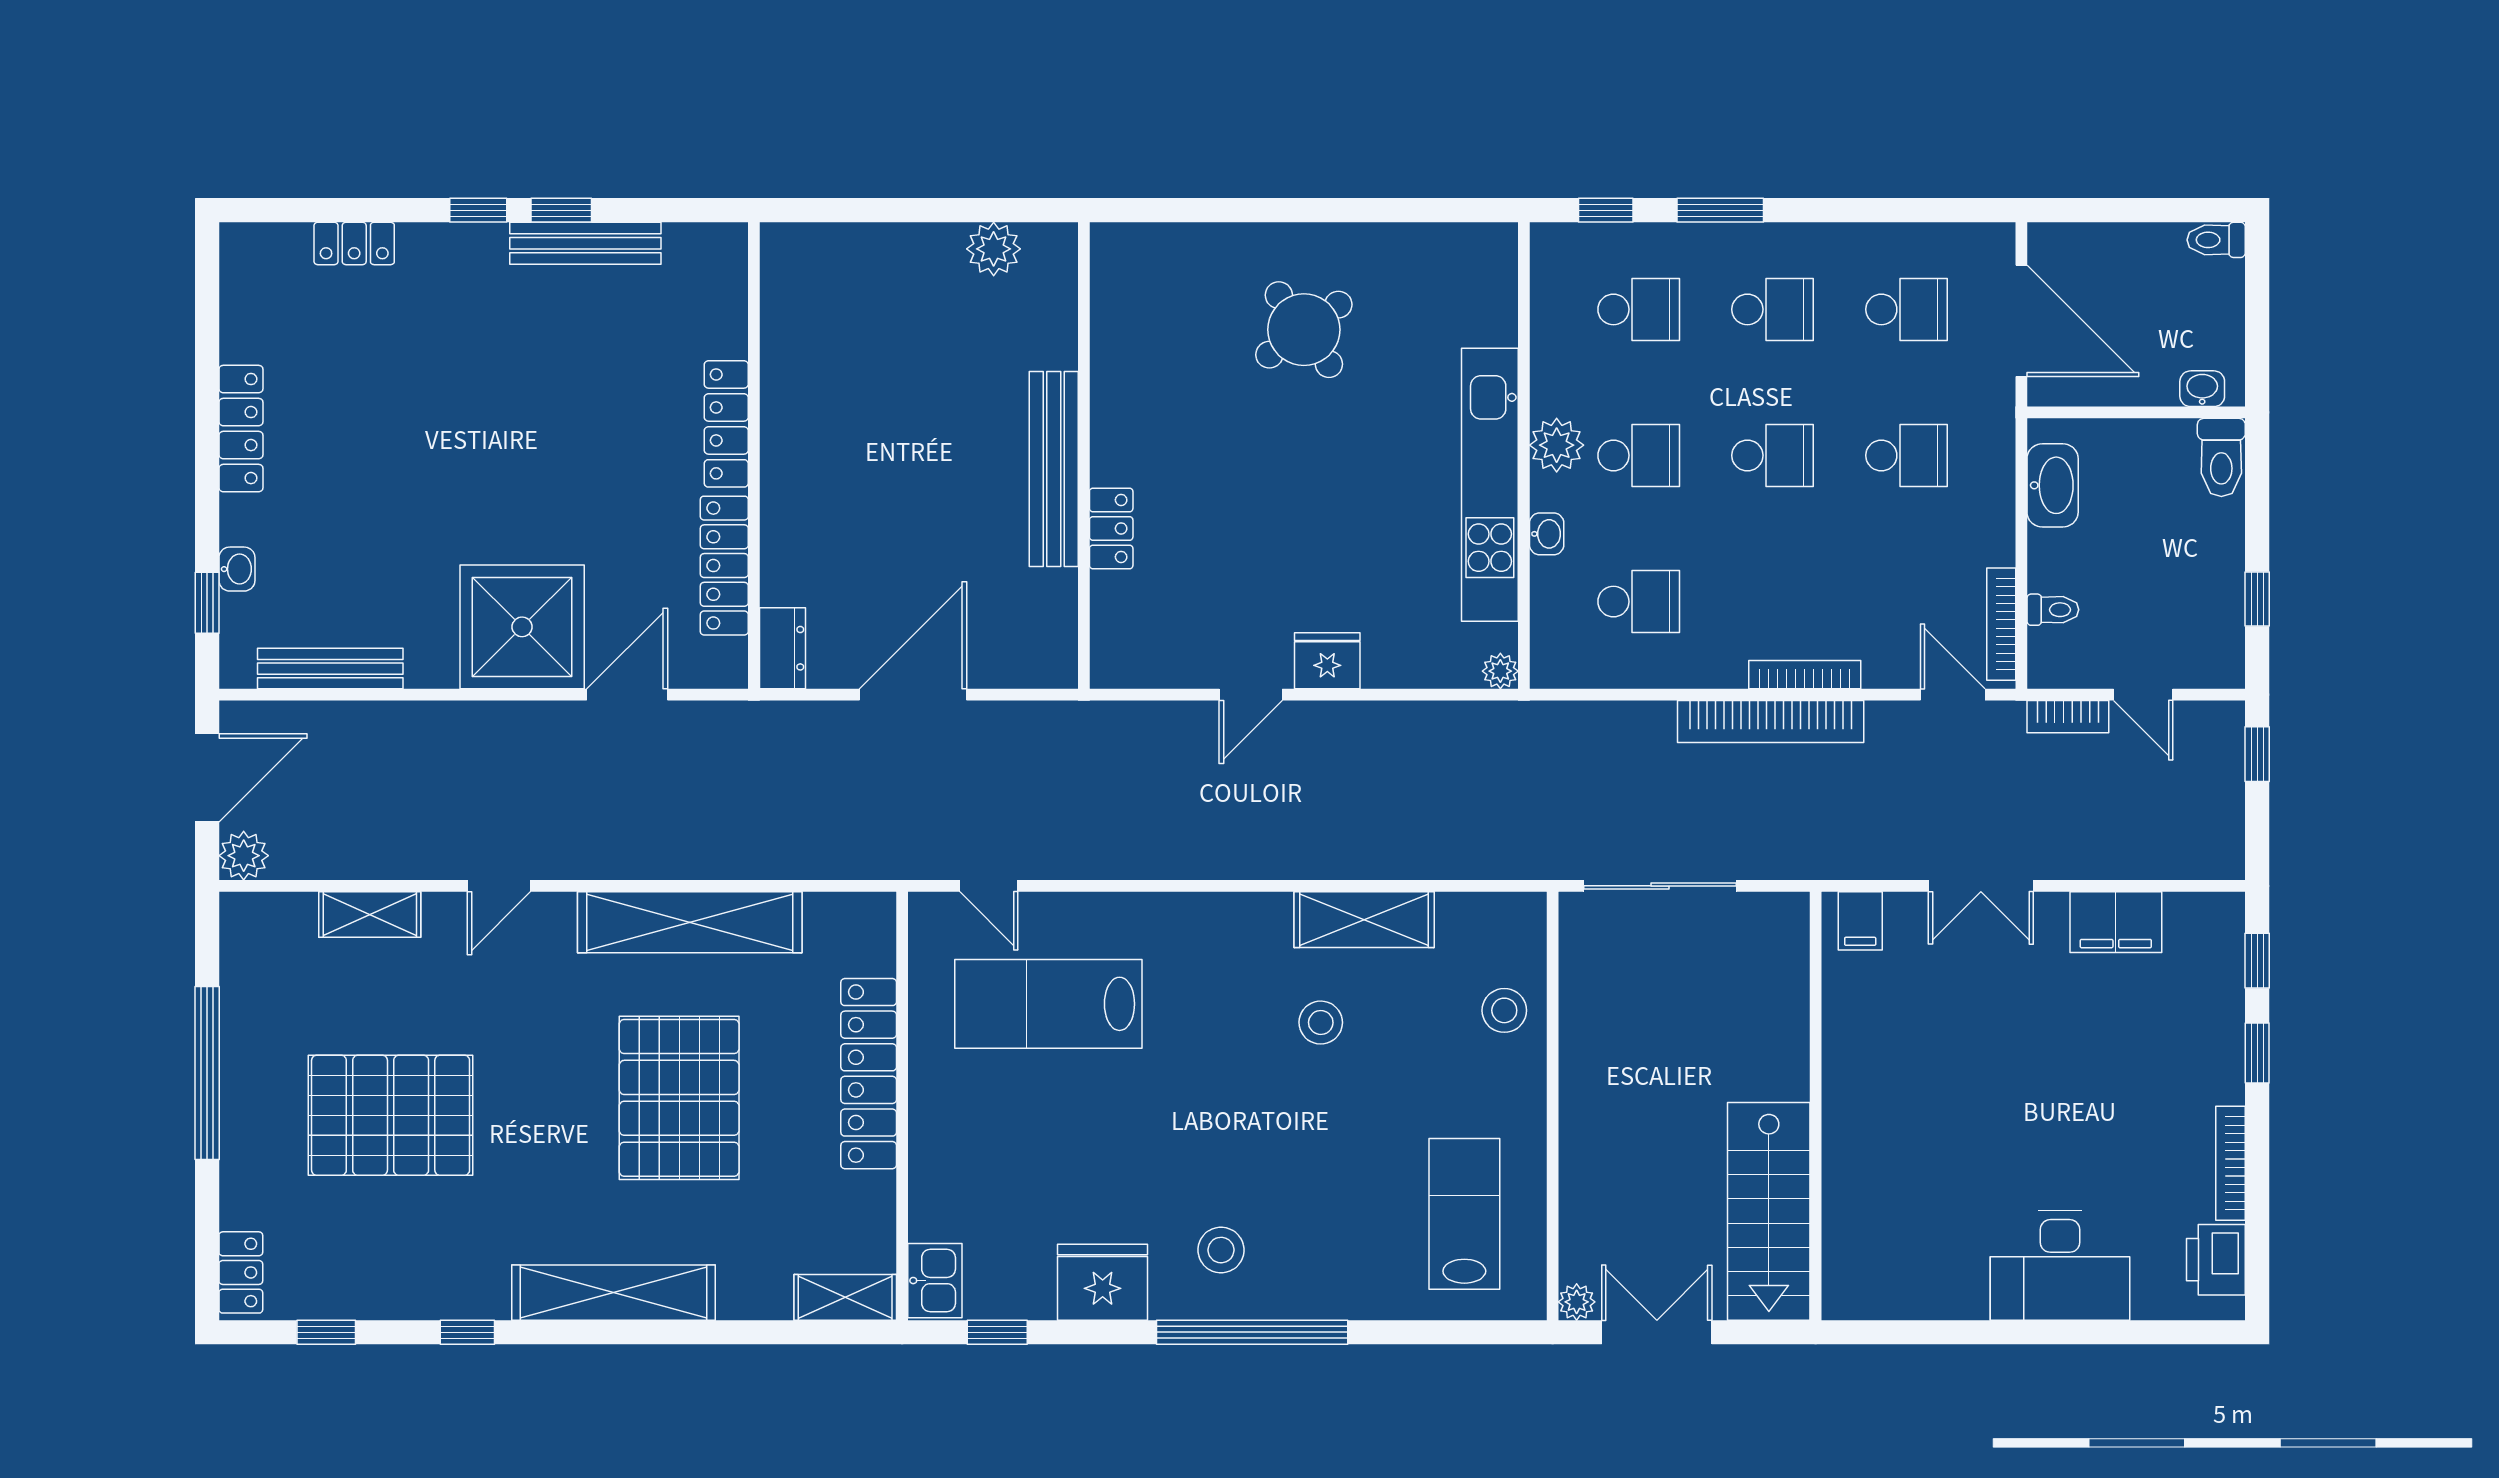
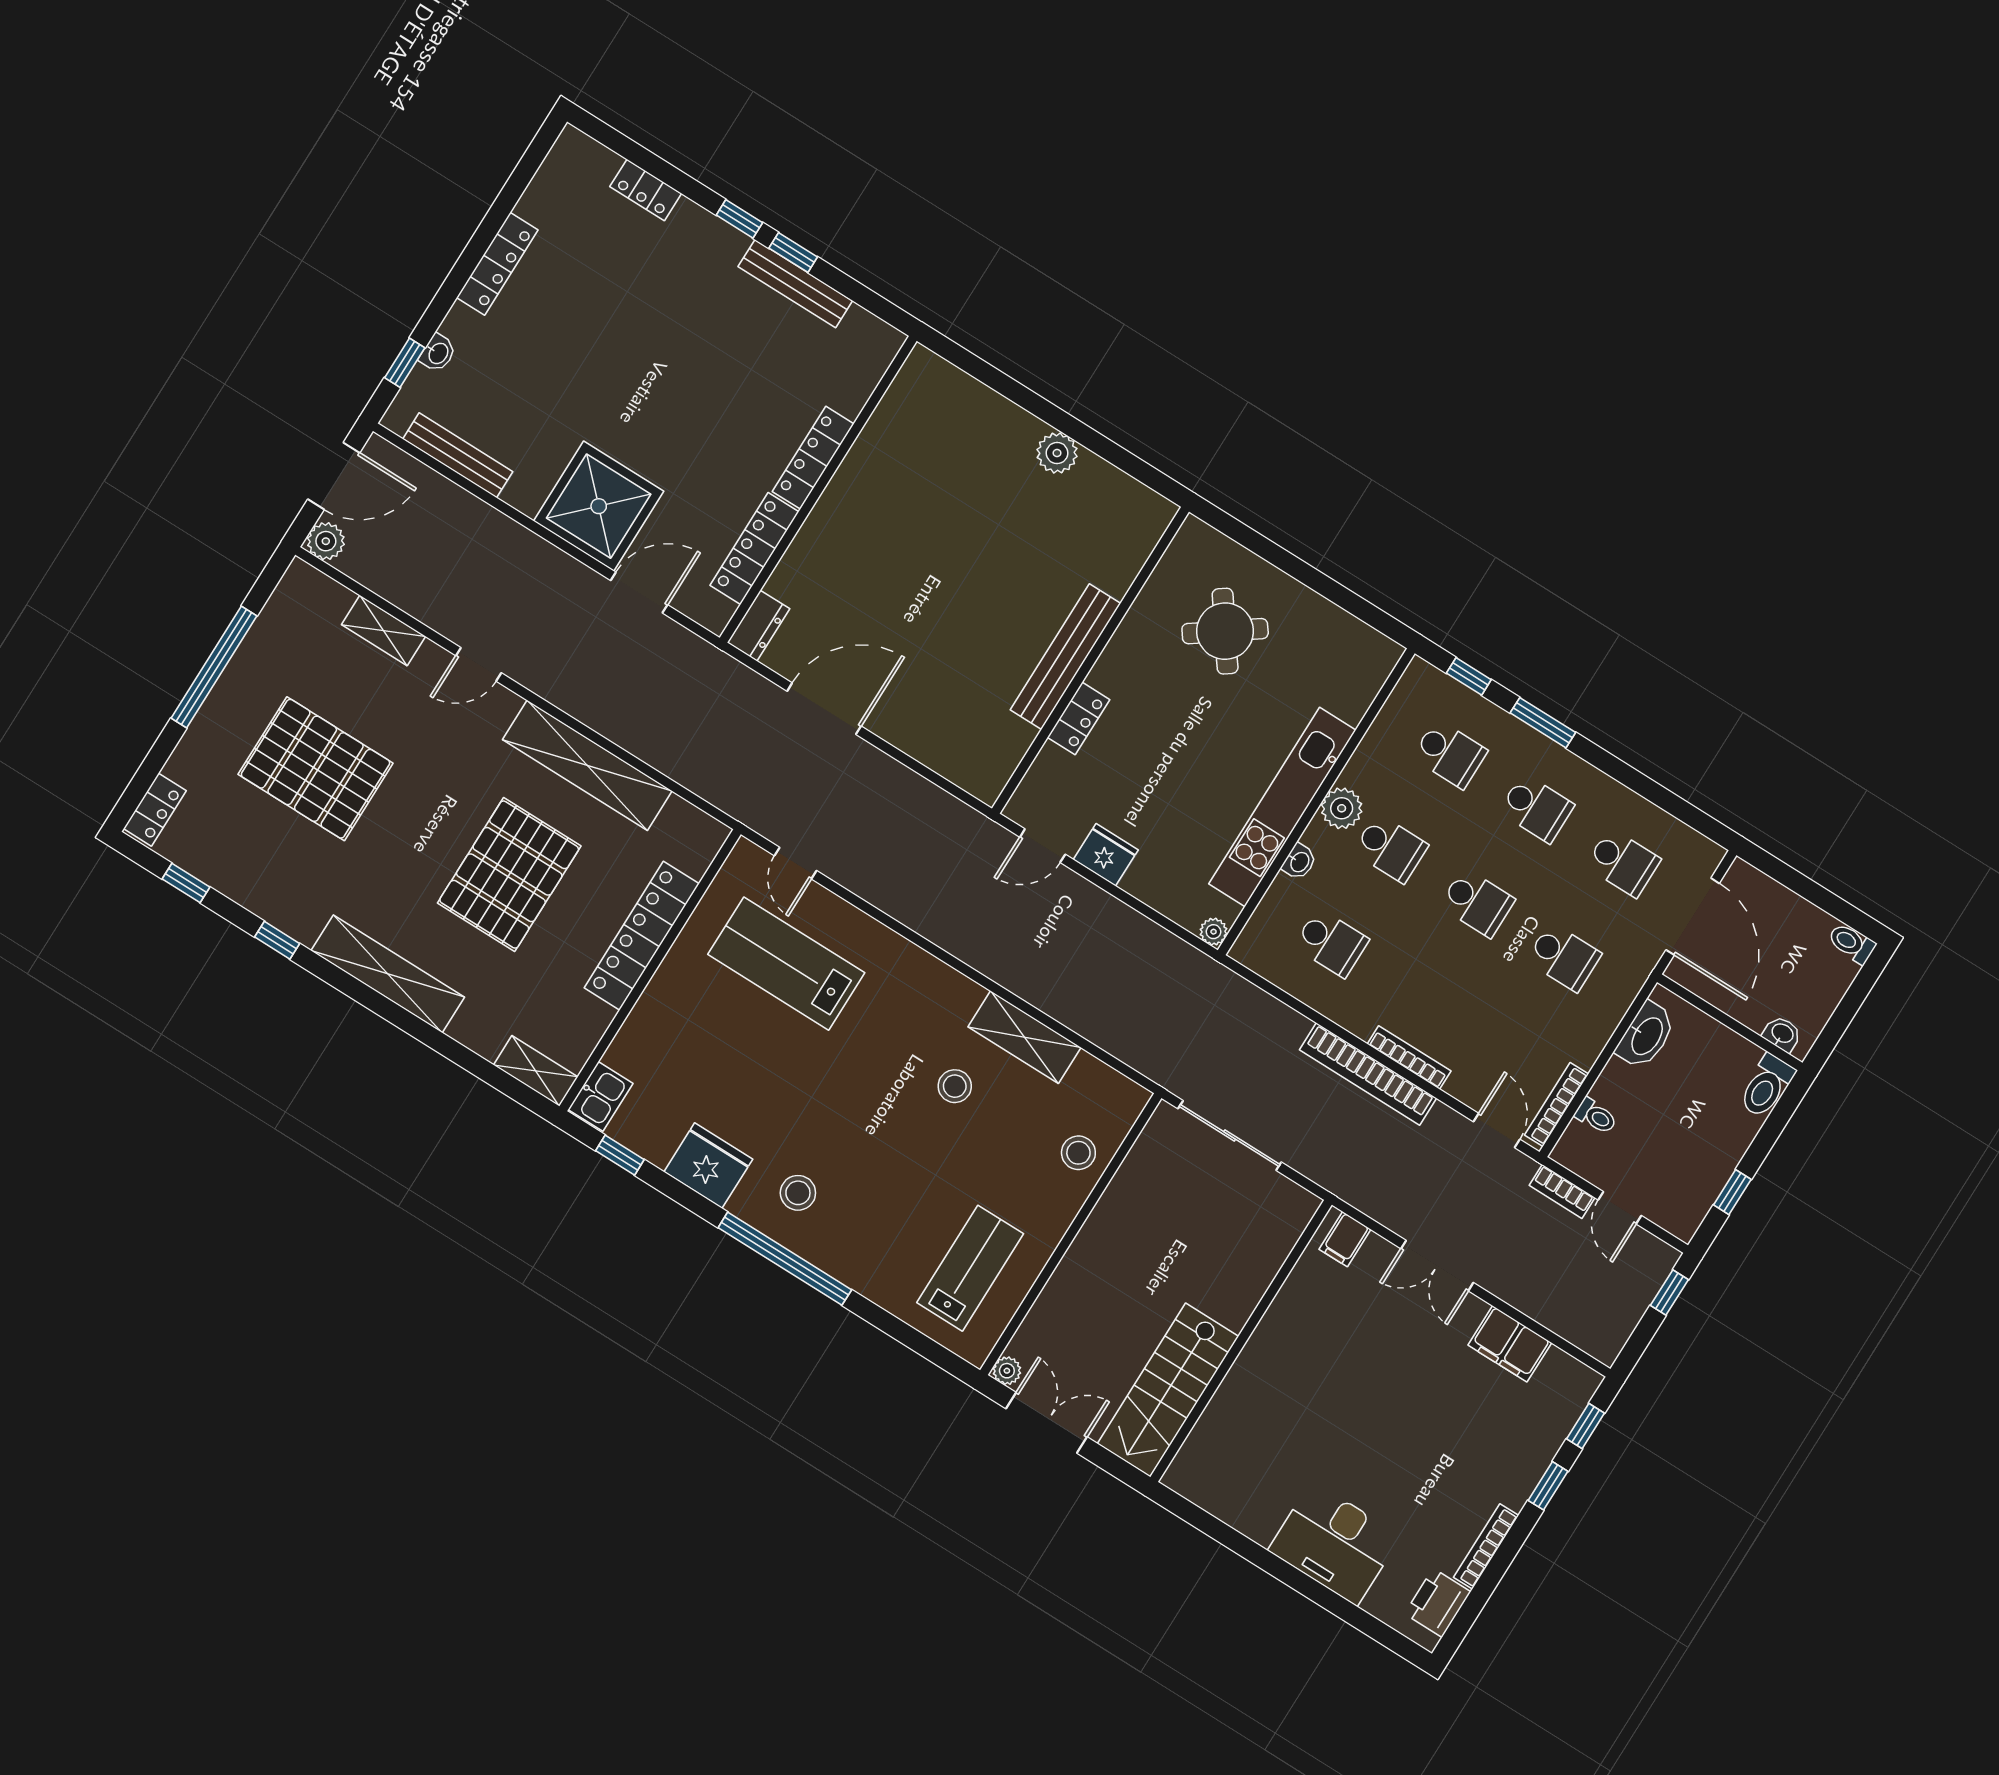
wall: (1084, 455) -> (1090, 660), moved
bench: (1054, 469) -> (1066, 657), moved
locker: (1111, 528) -> (1078, 718), moved

